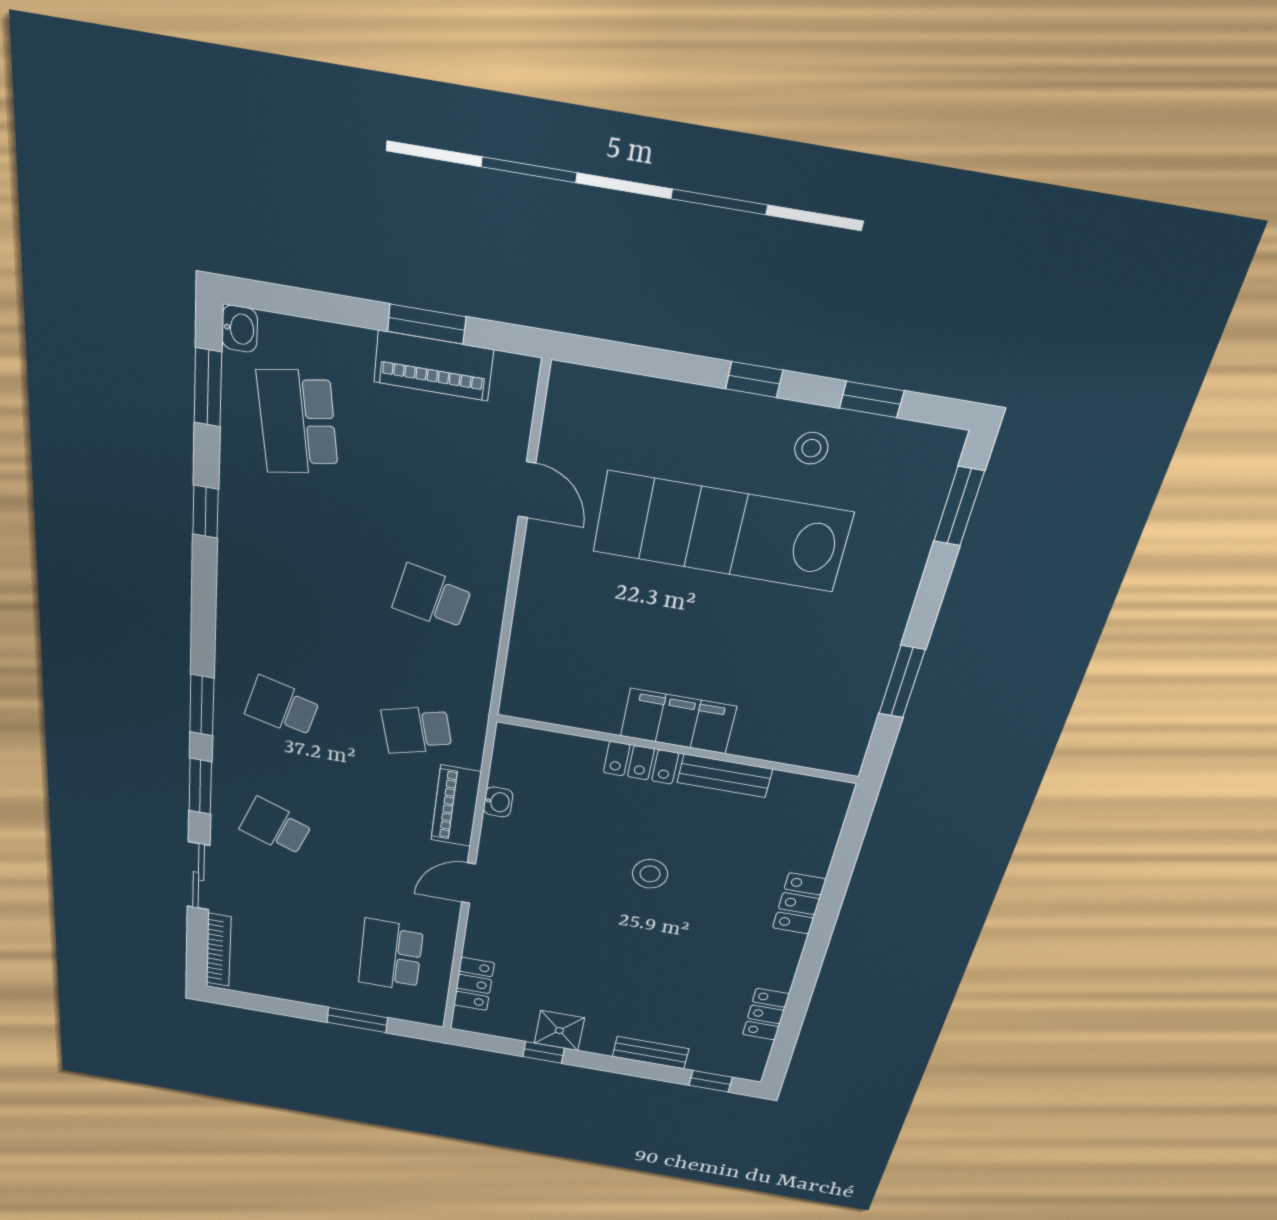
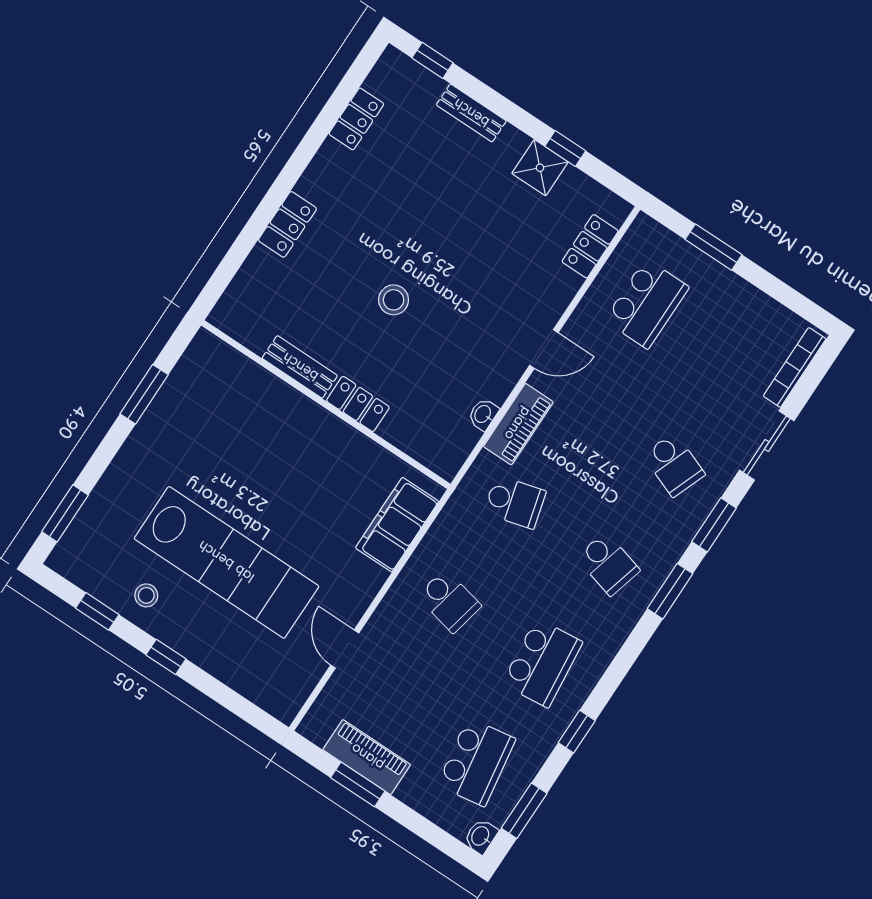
school desk: (289, 573) -> (542, 663), added
filing cabinet: (678, 721) -> (397, 525), moved, turned 90

